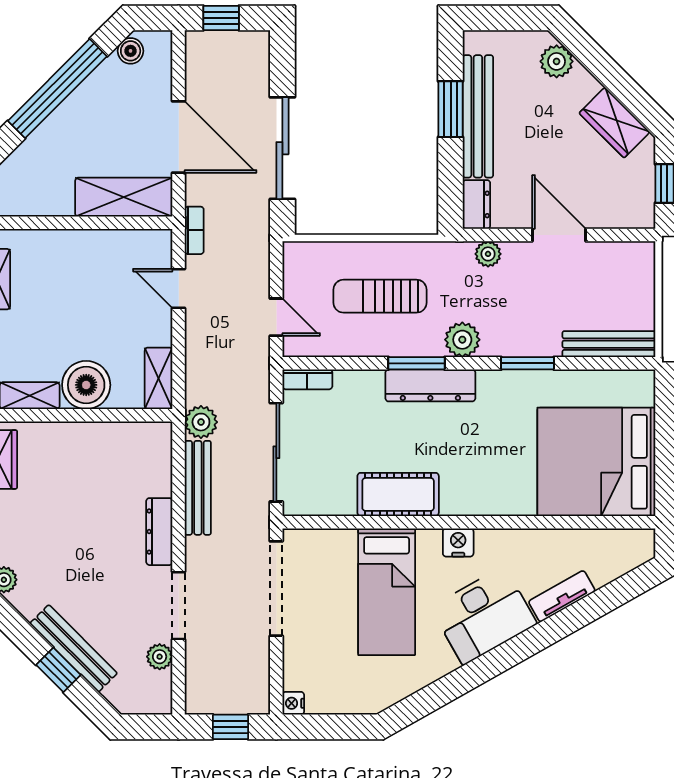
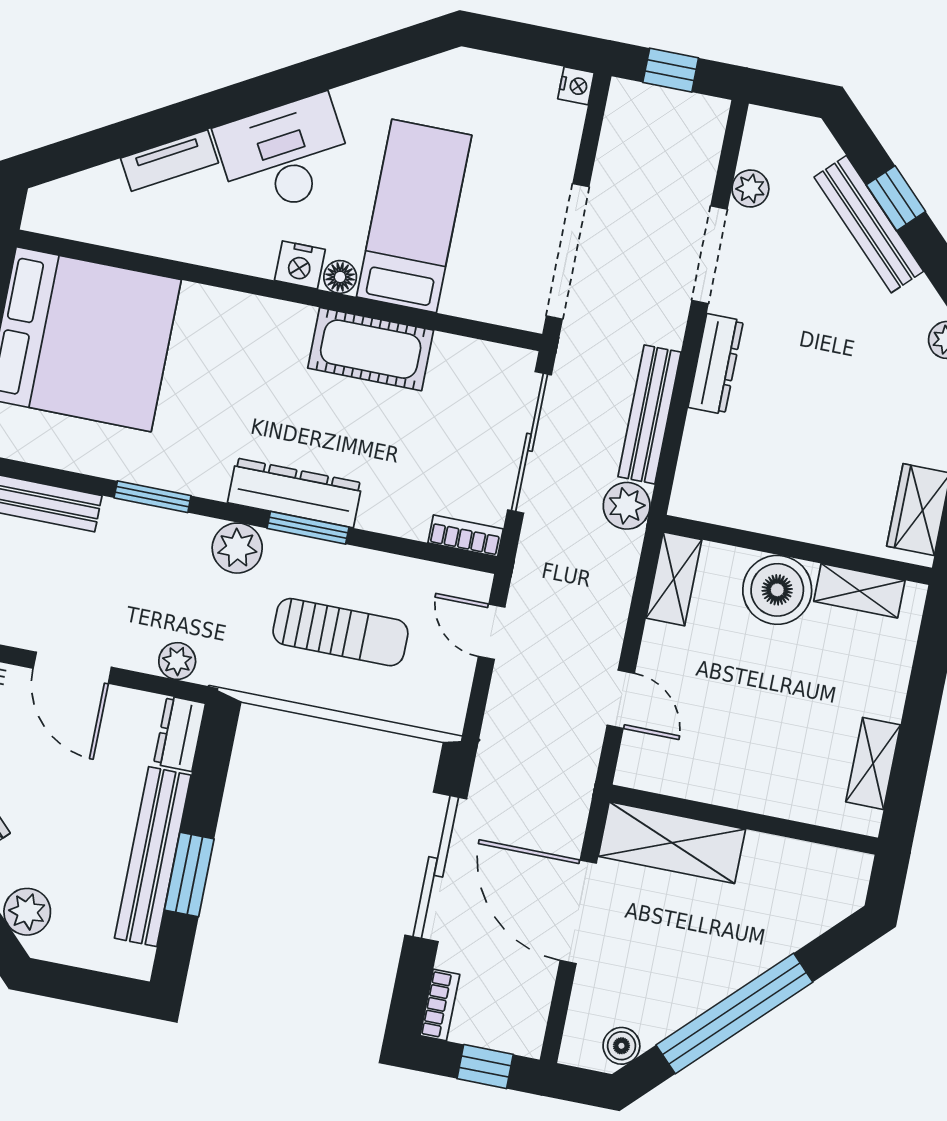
bookcase: (194, 230) -> (440, 1005), moved, turned 180
floor lamp: (429, 540) -> (340, 277), added

